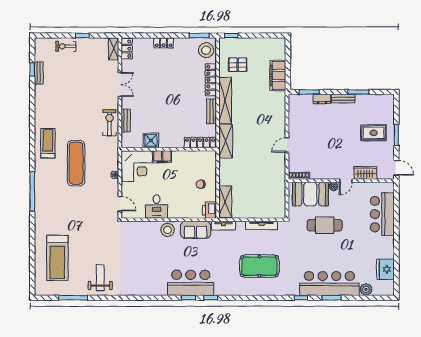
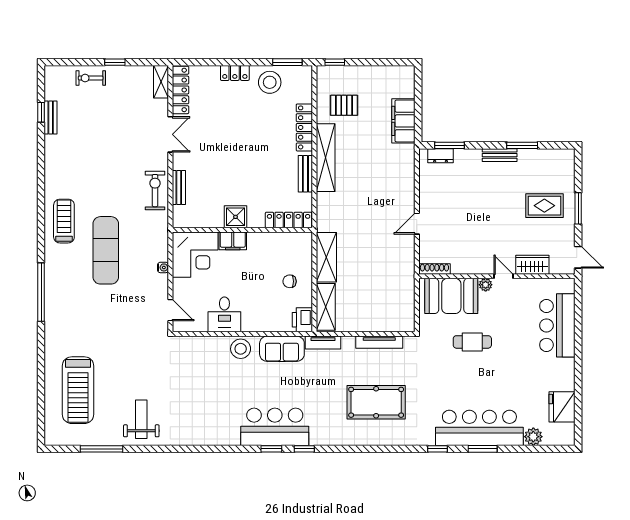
locker: (127, 49) -> (180, 90), width x1.53
stool: (206, 50) -> (270, 82), moved
dresser: (322, 99) -> (440, 156), moved
shower: (151, 140) -> (236, 217), moved
shelving: (226, 141) -> (326, 257), moved
door: (346, 181) -> (503, 276), swing flipped
cafe table: (325, 225) -> (472, 342), width x0.73, depth x0.74

